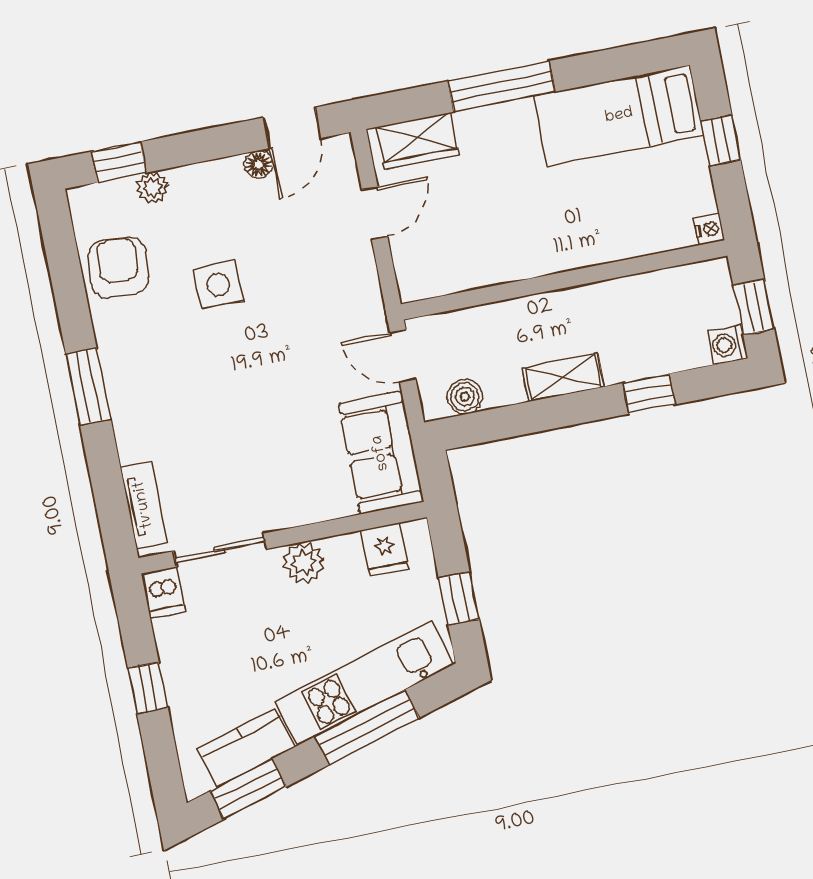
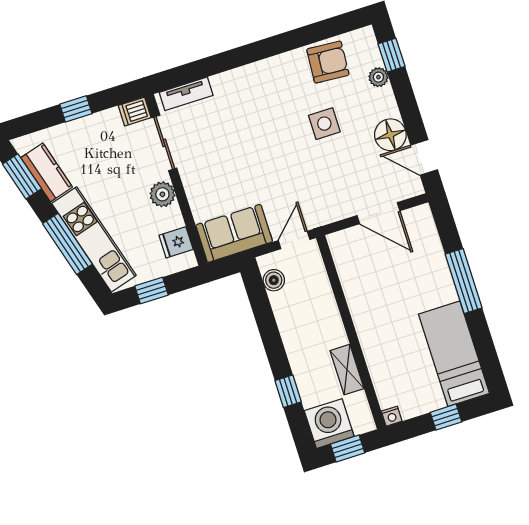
wardrobe: (418, 141) -> (425, 234), removed
floor lamp: (258, 164) -> (390, 135), width x1.89, depth x1.89
door: (375, 213) -> (378, 213), width x1.38
washing machine: (728, 345) -> (329, 424), width x1.89, depth x1.89
shelving: (563, 377) -> (347, 370), moved
window: (88, 387) -> (254, 52), removed

